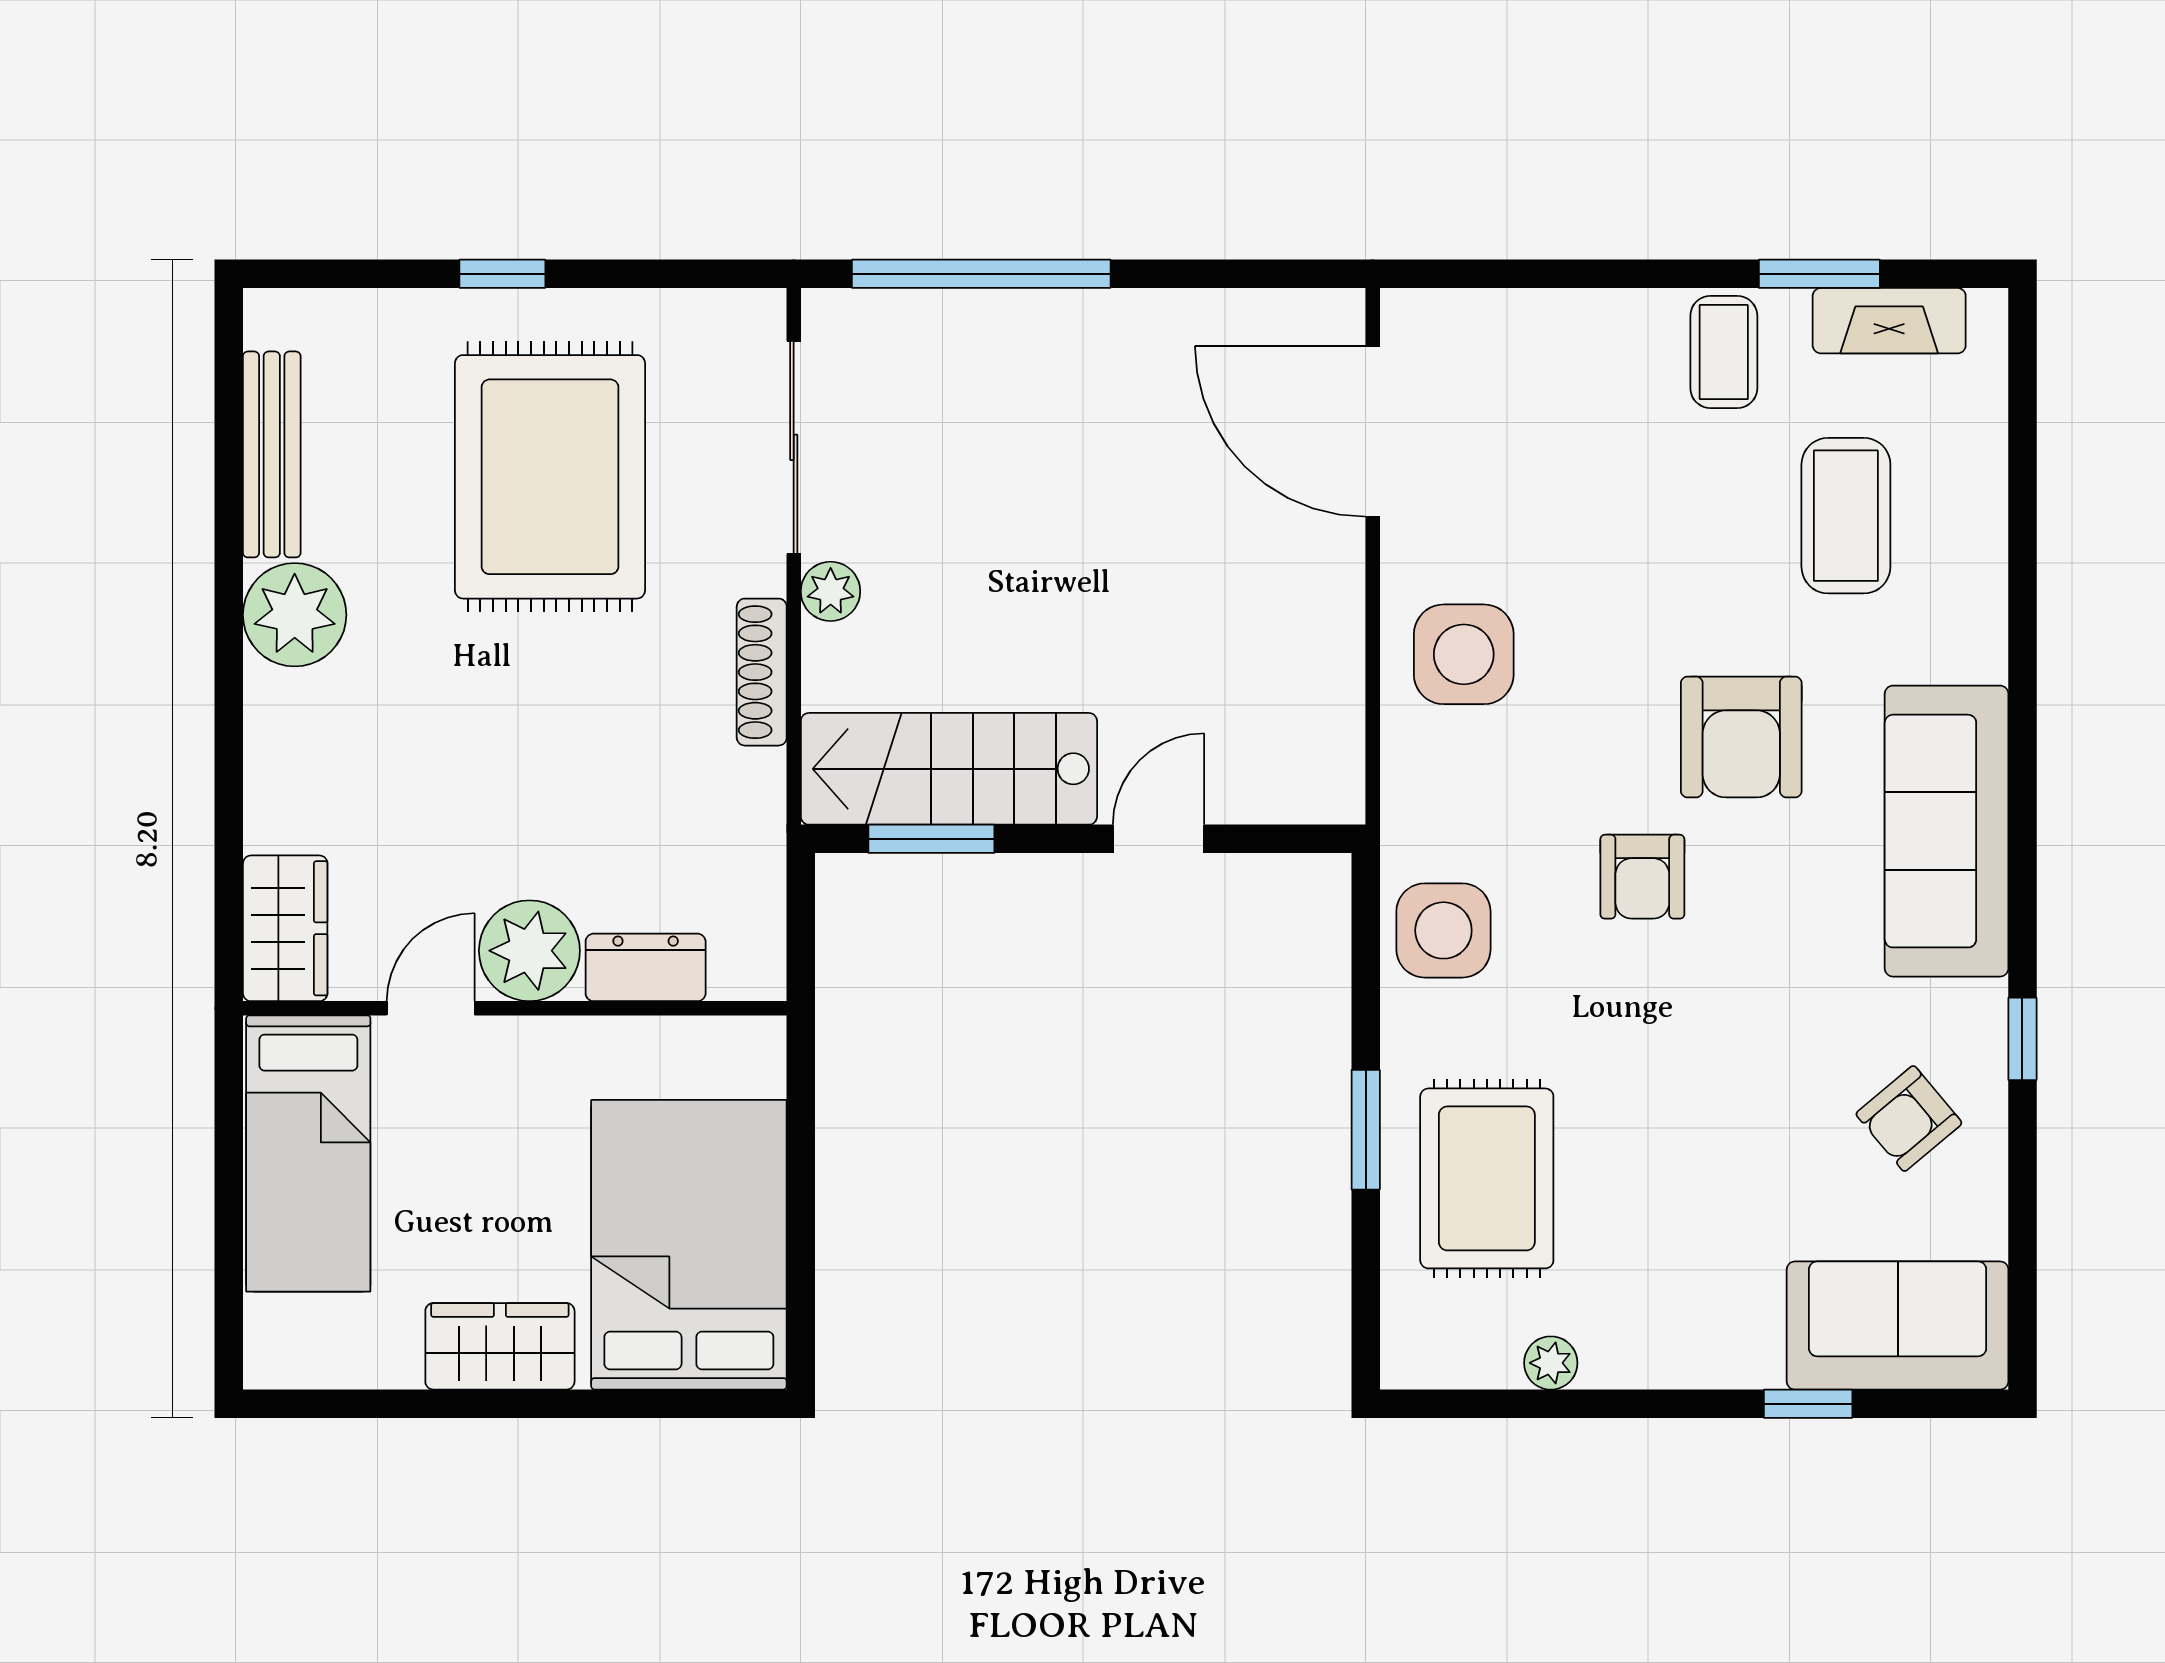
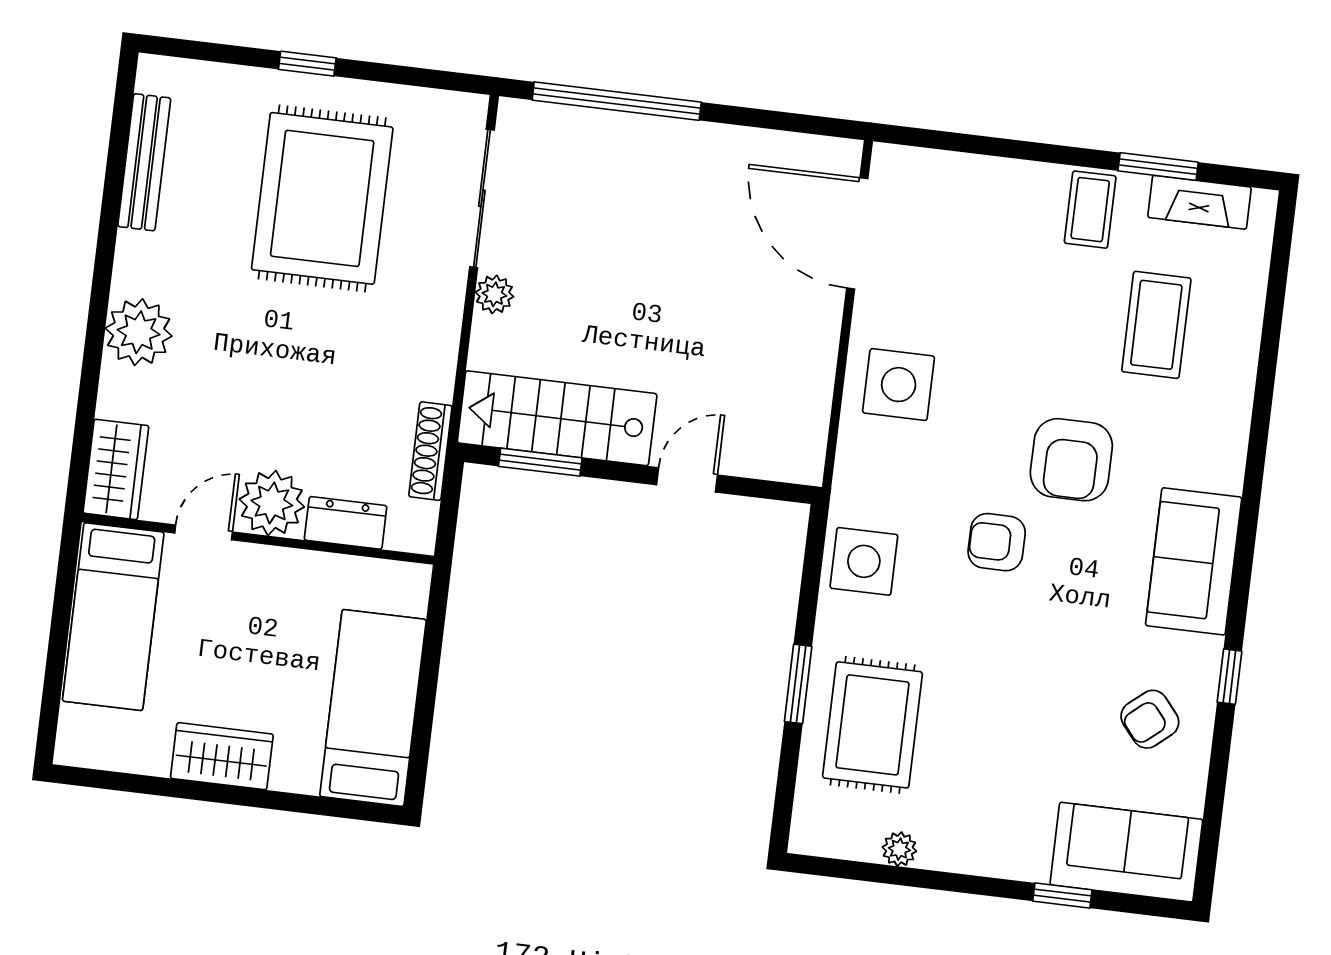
plant: (295, 615) -> (139, 332), moved
shoe rack: (762, 672) -> (430, 451), moved
sofa: (1947, 831) -> (1194, 561), width x0.73
armchair: (1642, 877) -> (997, 542), turned 90
bed: (689, 1245) -> (373, 708), width x0.67

